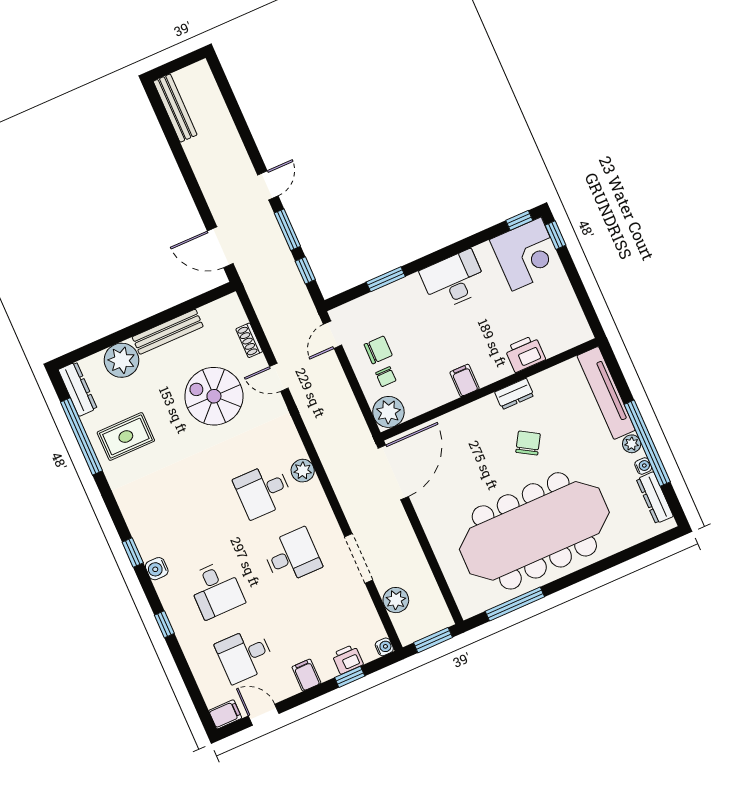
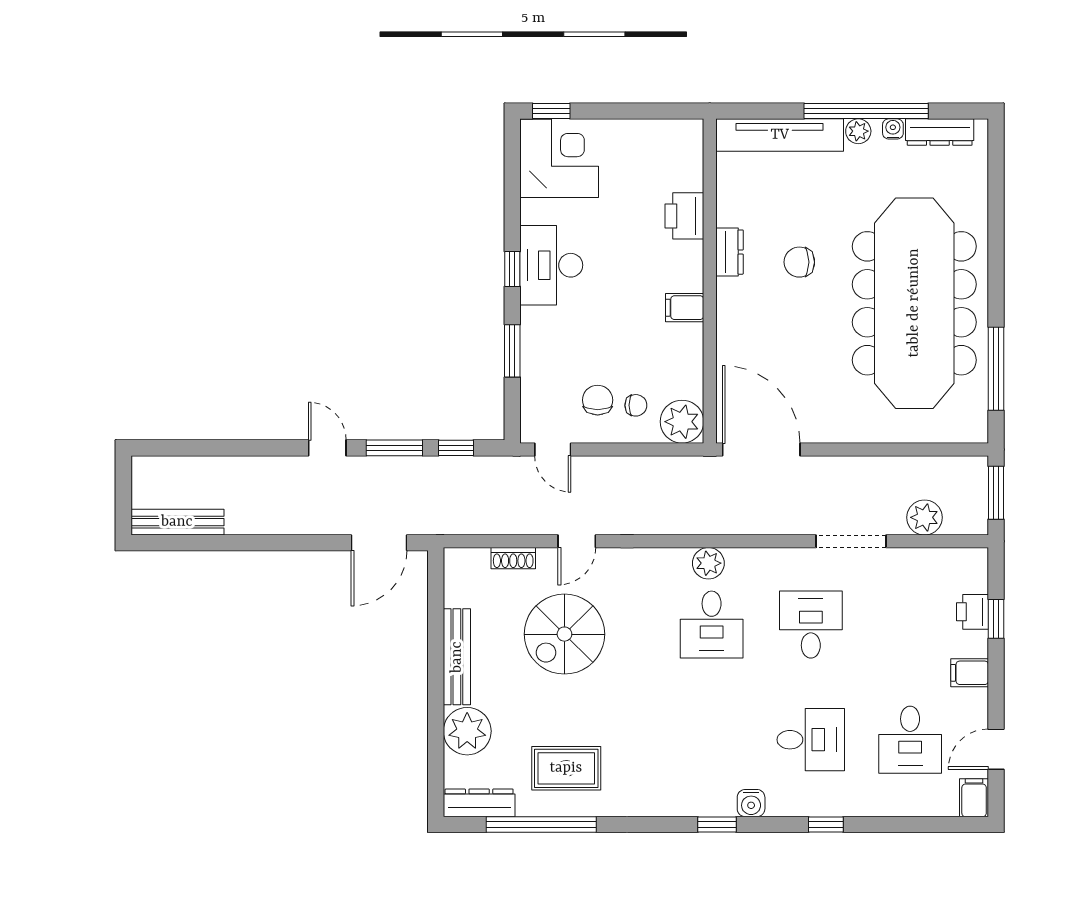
window: (519, 220) -> (512, 269), moved
rug: (126, 437) -> (566, 768), turned 90
chair: (528, 443) -> (799, 262), turned -31
water cooler: (384, 647) -> (977, 558), removed

